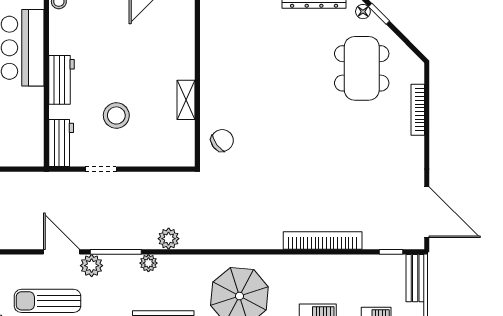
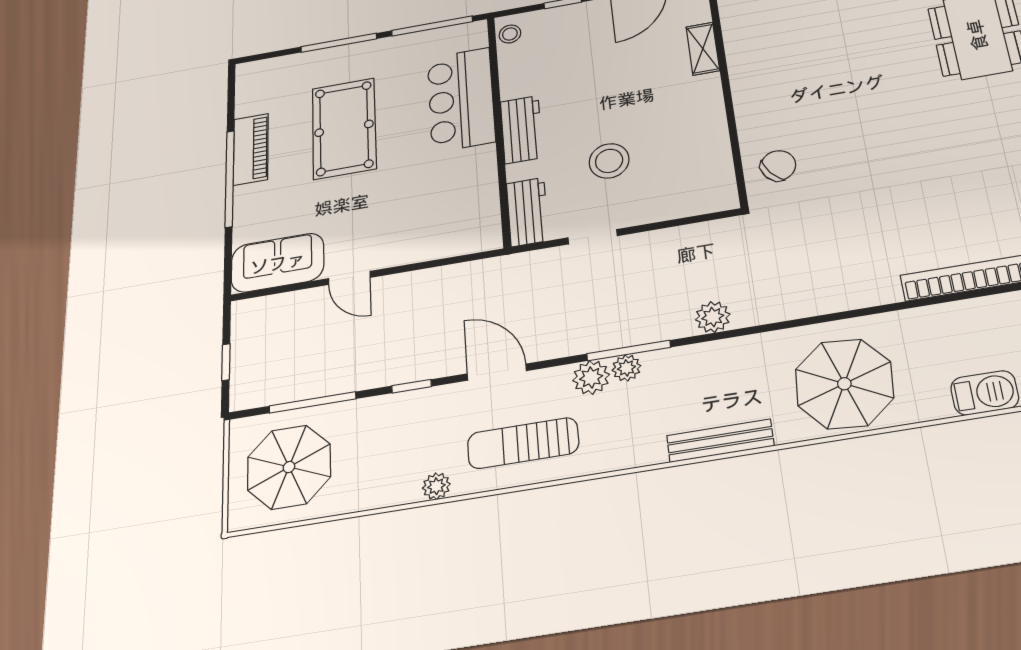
shelving: (186, 100) -> (703, 49), moved
door: (62, 252) -> (497, 372), moved
plant: (148, 263) -> (626, 368), moved

